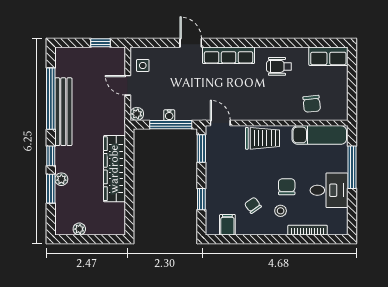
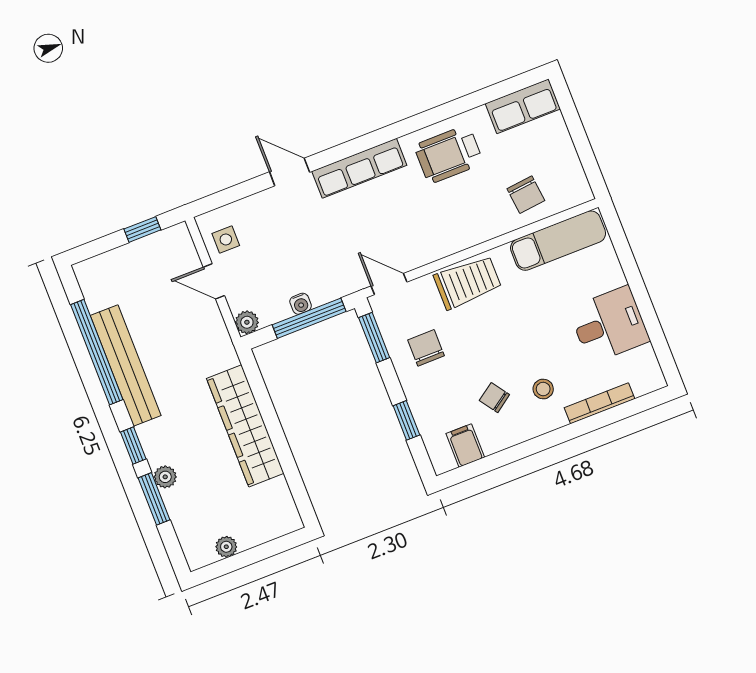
wheelchair: (279, 66) -> (449, 154), width x1.36, depth x1.37
window: (352, 167) -> (632, 273), removed
chair: (287, 187) -> (426, 348), moved

